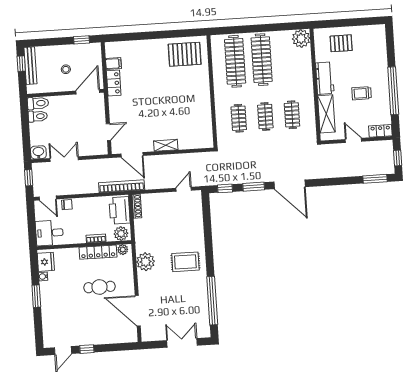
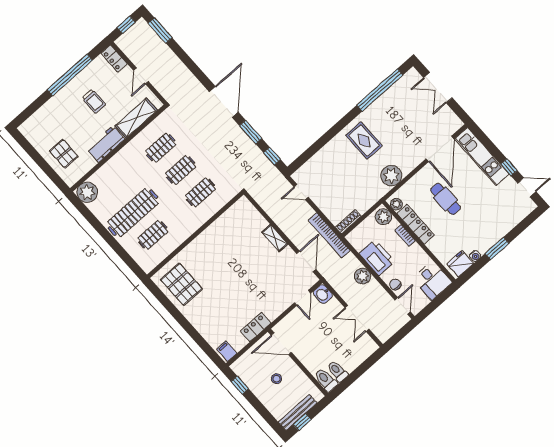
clothes rail: (235, 61) -> (153, 235), width x0.54, depth x0.76
filing cabinet: (113, 64) -> (227, 351), moved
door: (108, 132) -> (302, 298), swing flipped
washbasin: (38, 152) -> (323, 294), moved
window: (29, 178) -> (398, 337), removed
plant: (91, 186) -> (363, 276), added
bookcase: (122, 186) -> (329, 235), moved
printer: (120, 210) -> (377, 258), moved, turned -90
kitchen unit: (109, 336) -> (482, 157), added

